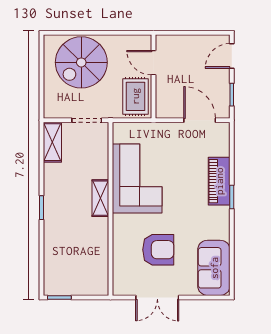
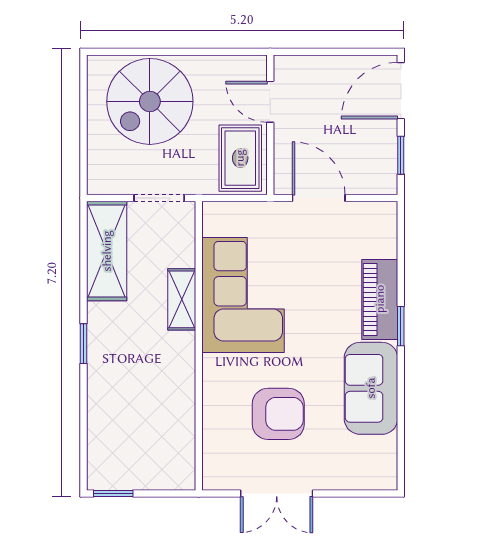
door: (232, 56) -> (401, 91), width x1.38
door: (200, 120) -> (319, 198), moved
shelving: (52, 142) -> (107, 251), width x1.50, depth x1.33
shelving: (100, 198) -> (182, 299), moved
sofa: (214, 268) -> (371, 388), moved

